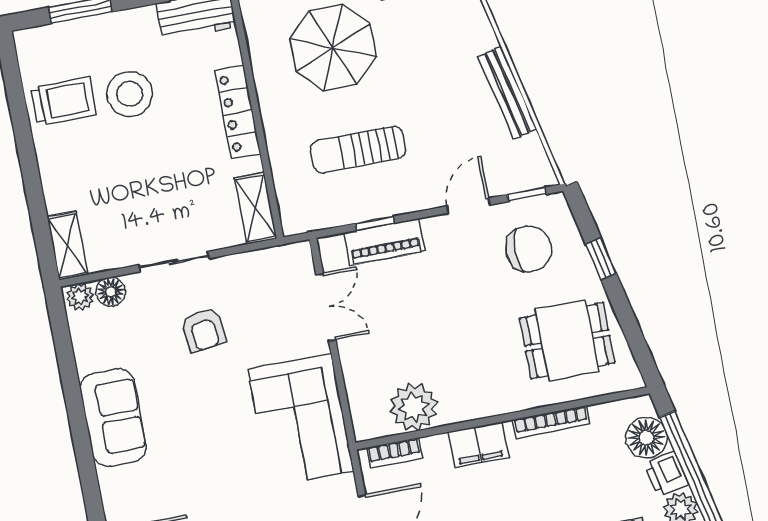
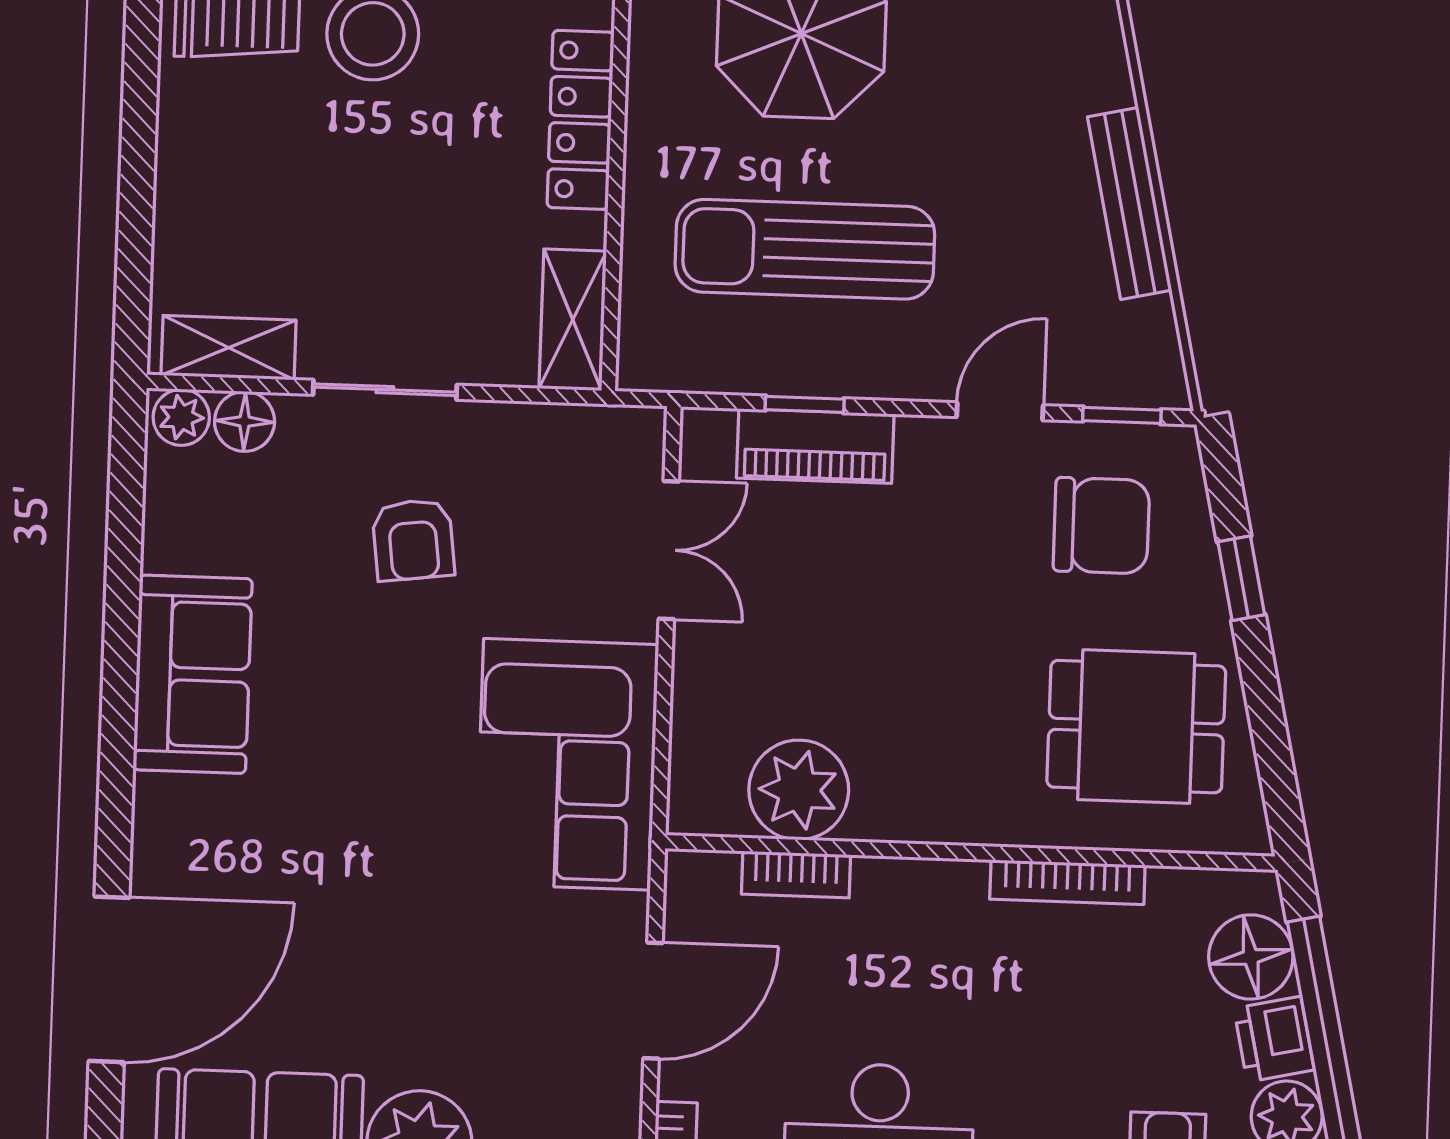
sun lounger: (358, 150) -> (805, 249), width x1.36, depth x1.34
shelving: (67, 246) -> (229, 348), moved, turned 90
filing cabinet: (478, 445) -> (911, 895), removed
bookcase: (394, 453) -> (796, 875), moved

